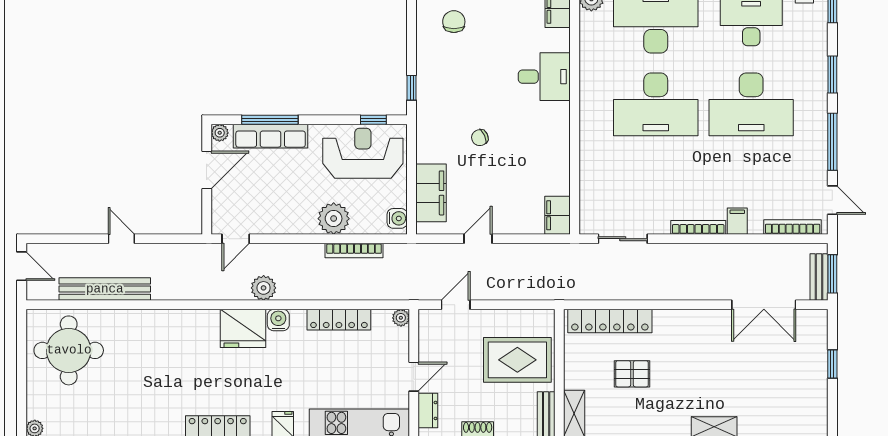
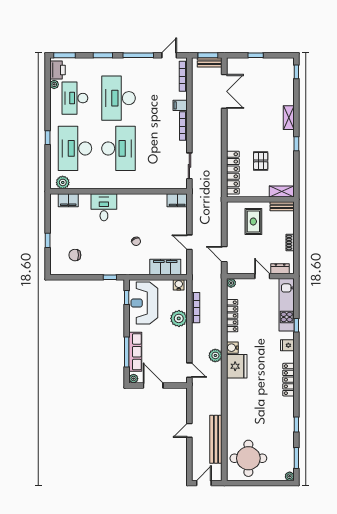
desk: (751, 104) -> (119, 98), turned 180
rug: (517, 360) -> (253, 221), width x0.73, depth x0.70

